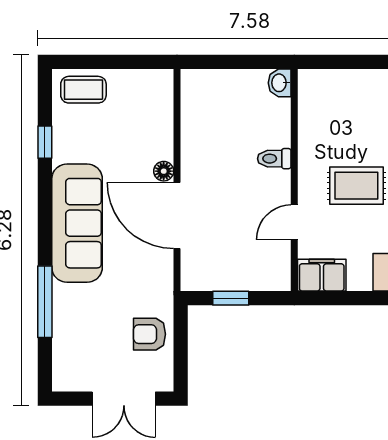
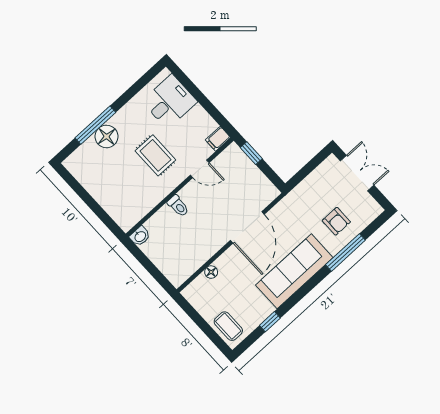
floor lamp: (164, 171) -> (211, 272), moved
filing cabinet: (322, 275) -> (218, 139), width x0.50
window: (231, 298) -> (251, 153), moved
armchair: (149, 334) -> (336, 221), moved

